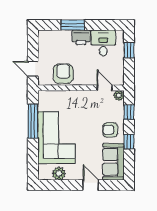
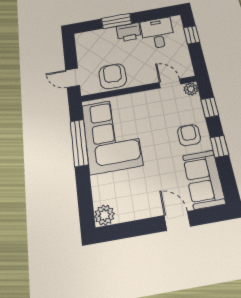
armchair: (110, 130) -> (189, 135), turned 90
corner sofa: (56, 138) -> (112, 135), moved
plant: (59, 173) -> (104, 215), moved

